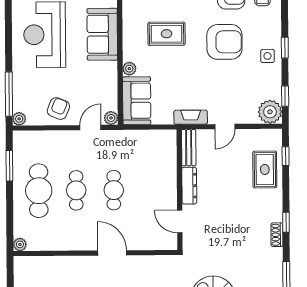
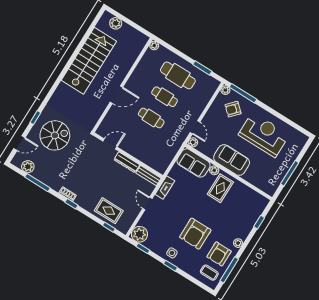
sofa: (102, 34) -> (232, 160), moved
rug: (166, 34) -> (220, 188), moved
armchair: (58, 108) -> (233, 109), moved, turned 110

